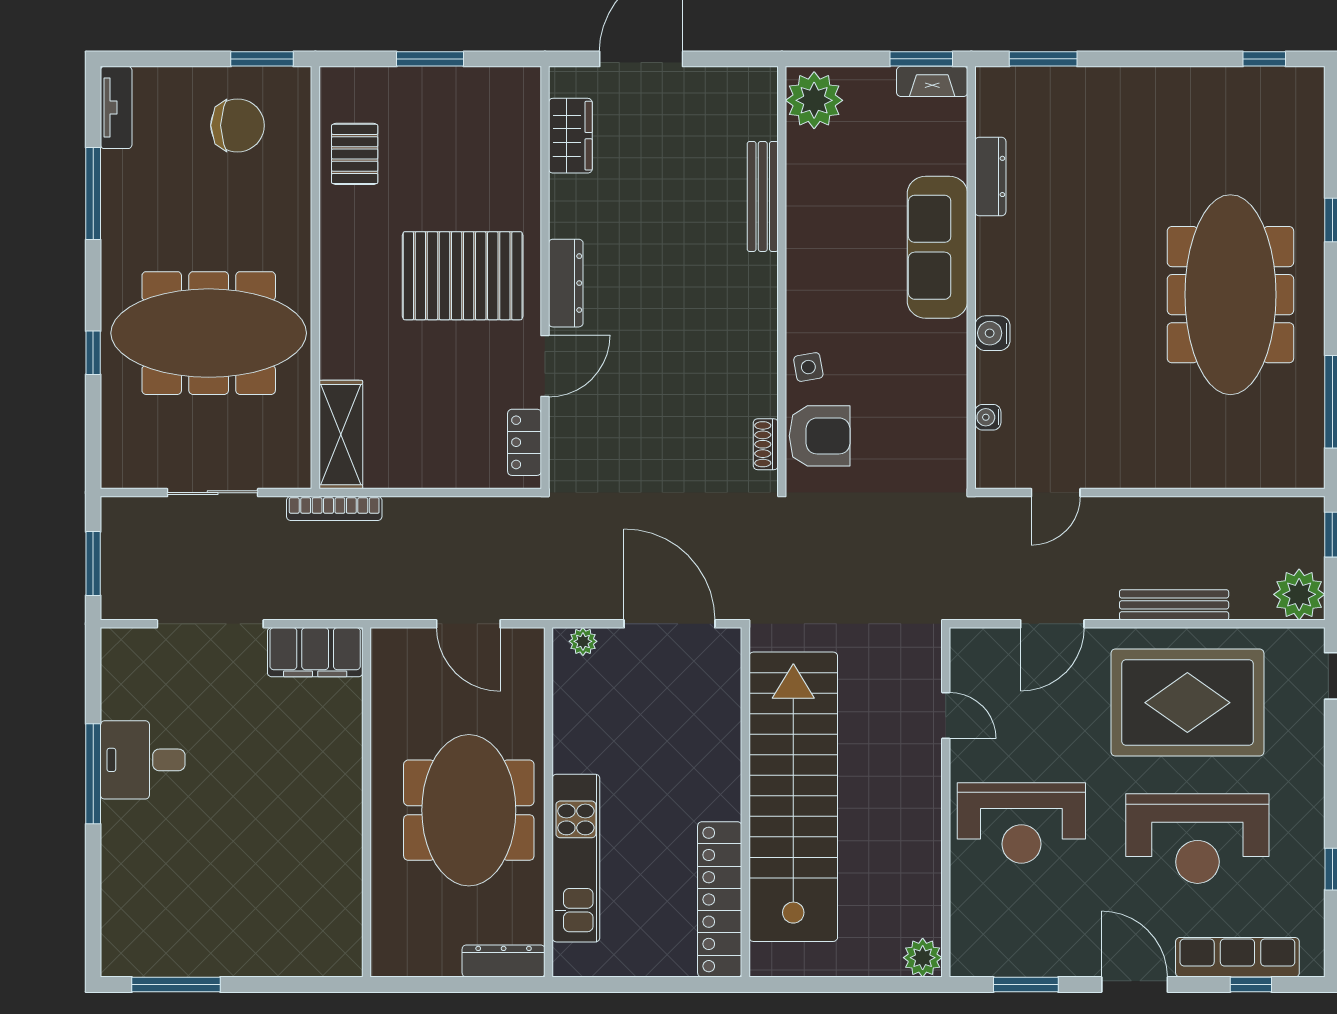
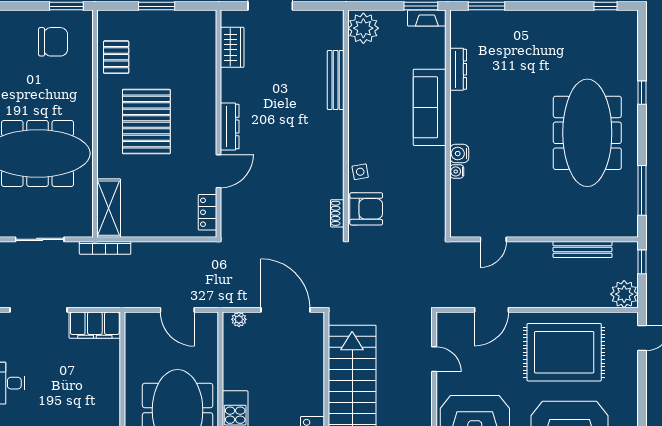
pallet: (463, 276) -> (146, 122), moved, turned 90
water cooler: (988, 417) -> (457, 171), moved
bench: (1174, 605) -> (583, 249), moved

